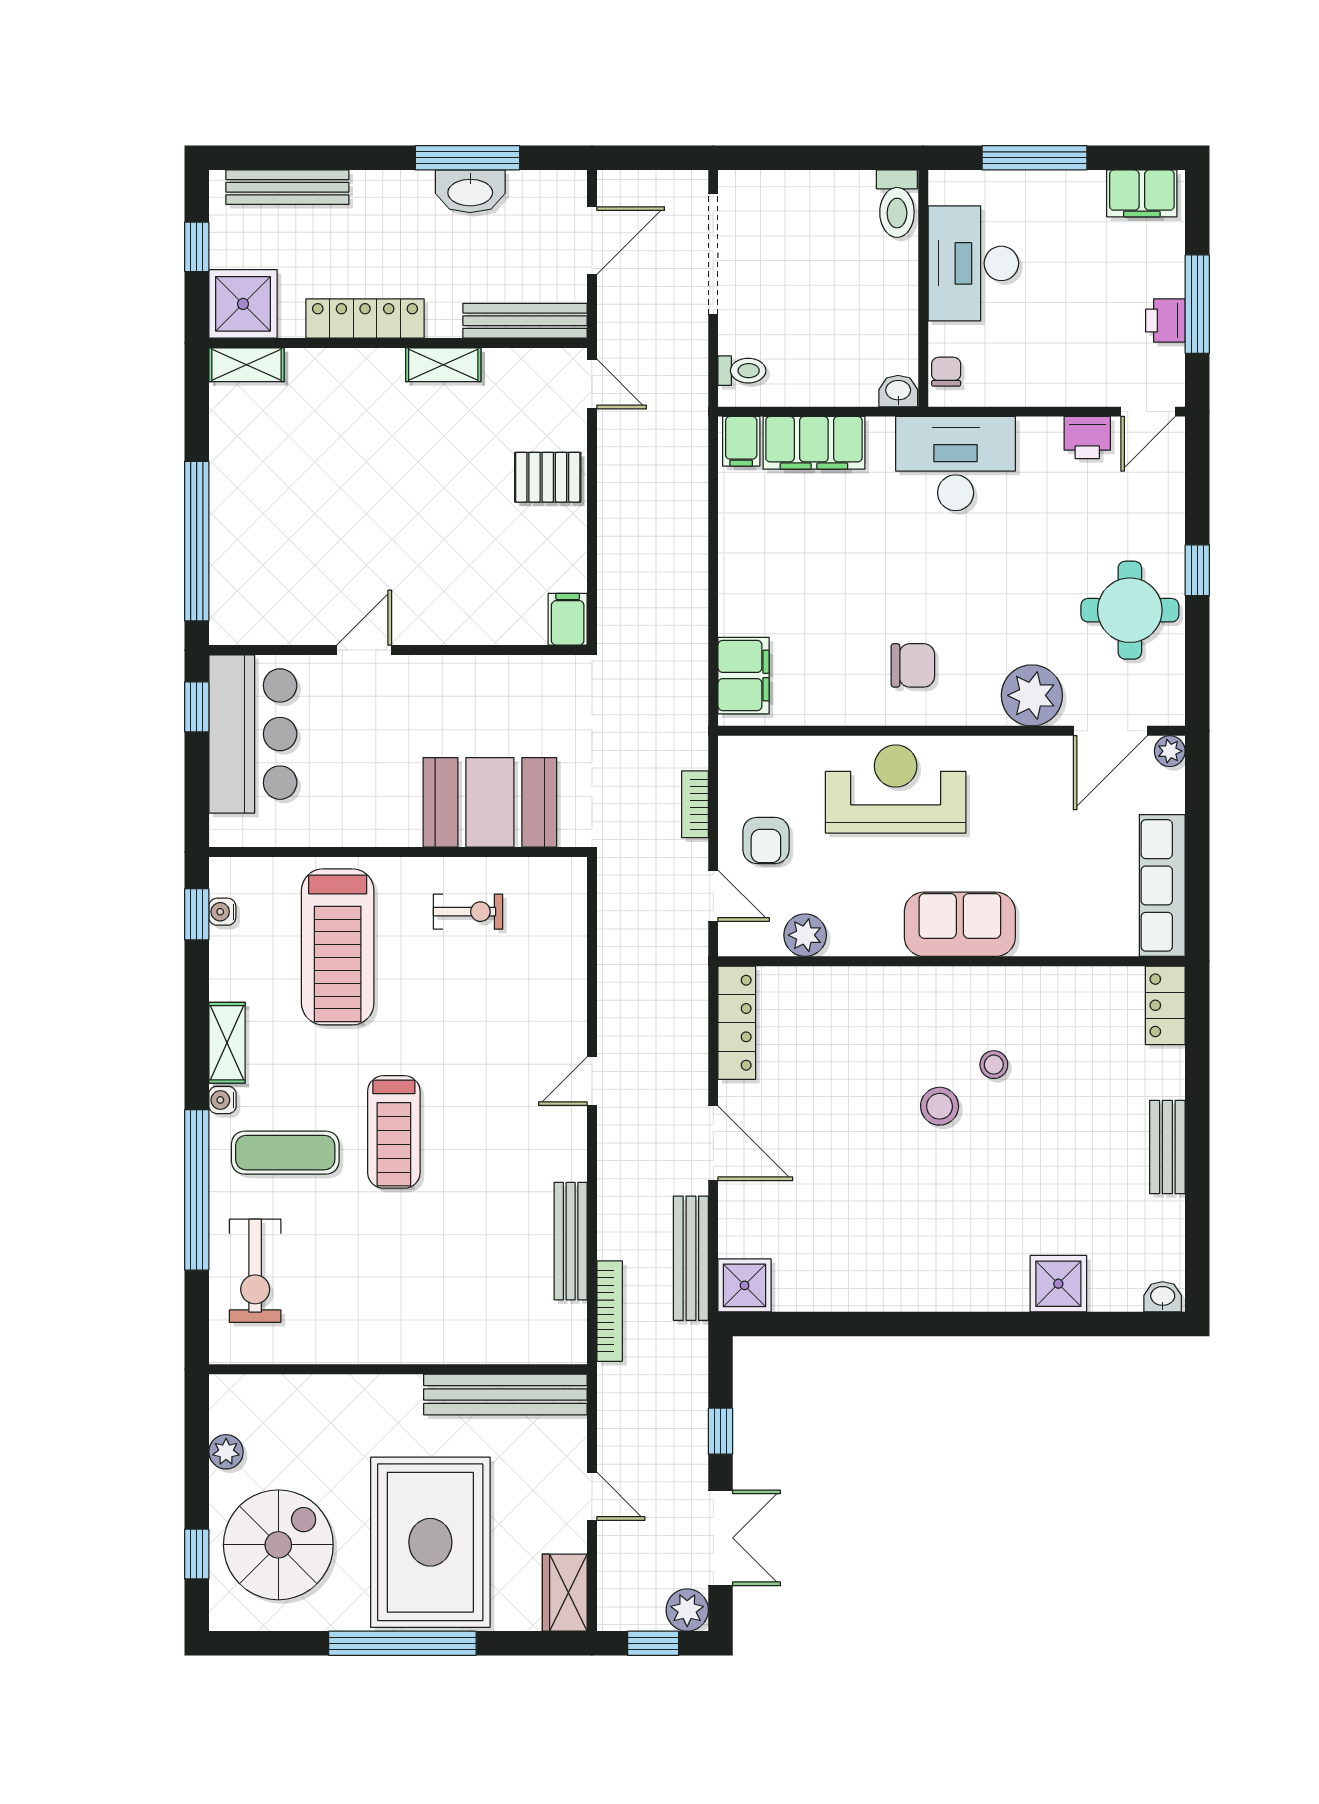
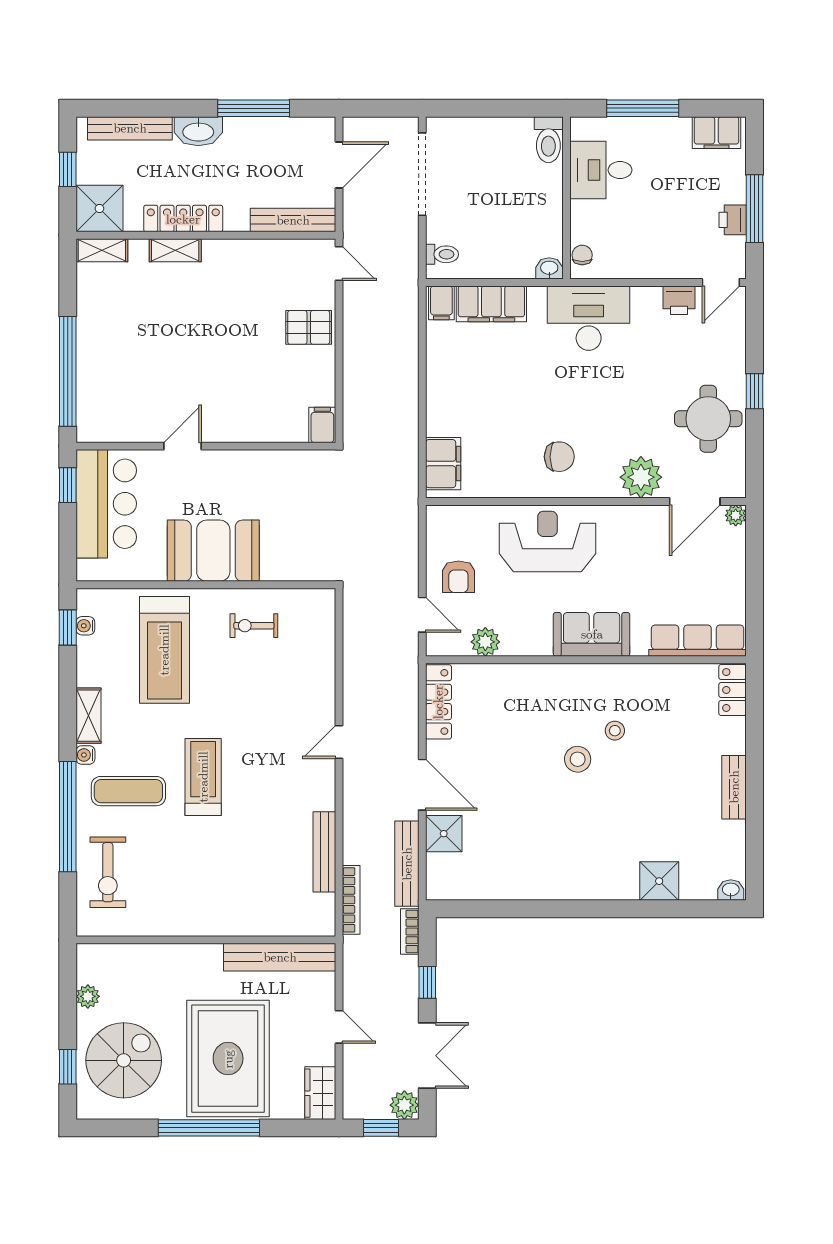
washbasin: (470, 191) -> (198, 131), moved
desk: (973, 263) -> (601, 170), width x0.73
shelving: (443, 365) -> (175, 250), moved
booth: (490, 802) -> (213, 551), moved
bookcase: (695, 804) -> (410, 931), moved
row of seats: (1162, 885) -> (698, 641), moved, turned 90
exercise bike: (468, 912) -> (254, 626), turned 180
treadmill: (394, 1132) -> (203, 777), turned 180
shower: (745, 1285) -> (444, 834), moved

